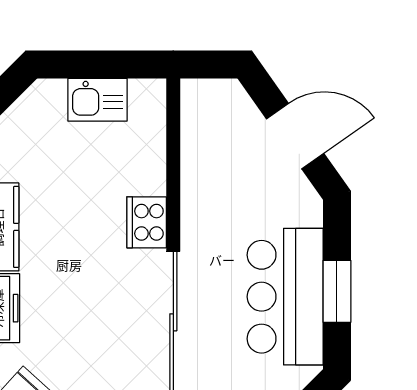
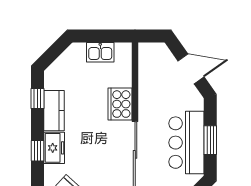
cooker: (147, 222) -> (120, 104), width x1.37, depth x1.31

